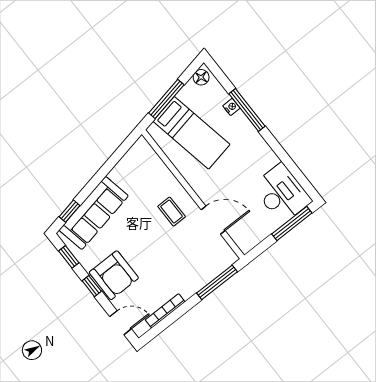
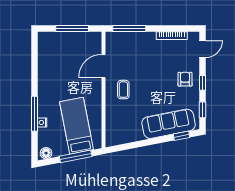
desk: (282, 194) -> (52, 50), removed
door: (213, 220) -> (103, 66), hinge flipped
window: (292, 224) -> (72, 29), moved
armchair: (114, 275) -> (185, 79), width x0.53, depth x0.53
door: (121, 323) -> (203, 49), swing flipped

